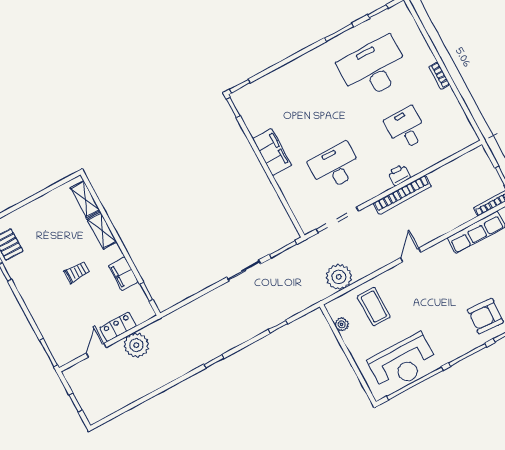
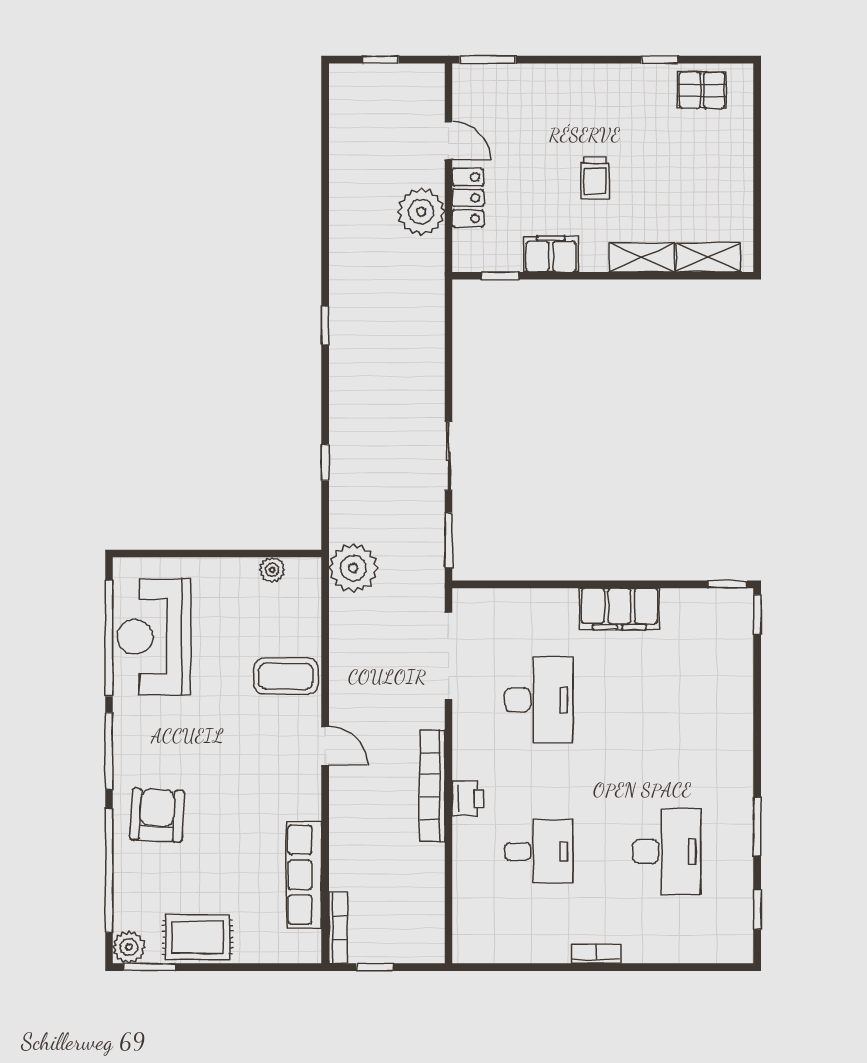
desk: (374, 68) -> (667, 852), width x0.73, depth x0.77
plant: (339, 277) -> (353, 568), moved
coffee table: (374, 306) -> (286, 676), moved

